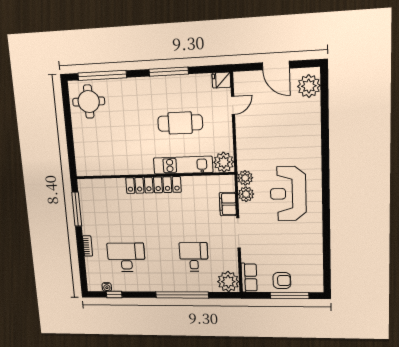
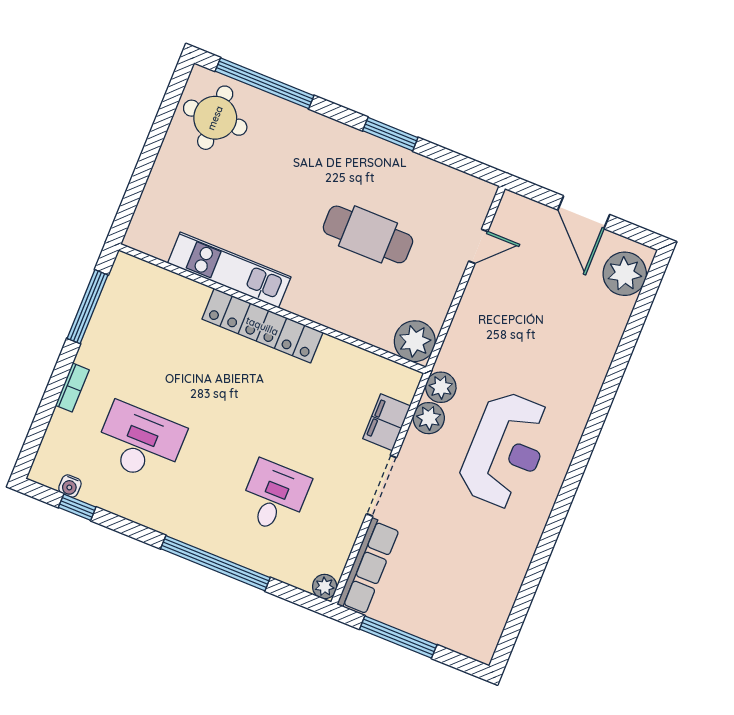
window: (169, 72) -> (390, 134), width x0.69
fridge: (221, 80) -> (478, 193), removed
kitchen unit: (183, 165) -> (229, 270), moved
reception desk: (288, 194) -> (506, 450), turned 180
row of seats: (249, 278) -> (368, 567), width x1.48
armchair: (282, 281) -> (422, 612), removed
plant: (228, 282) -> (325, 587), width x0.53, depth x0.53
window: (290, 296) -> (398, 637), moved

